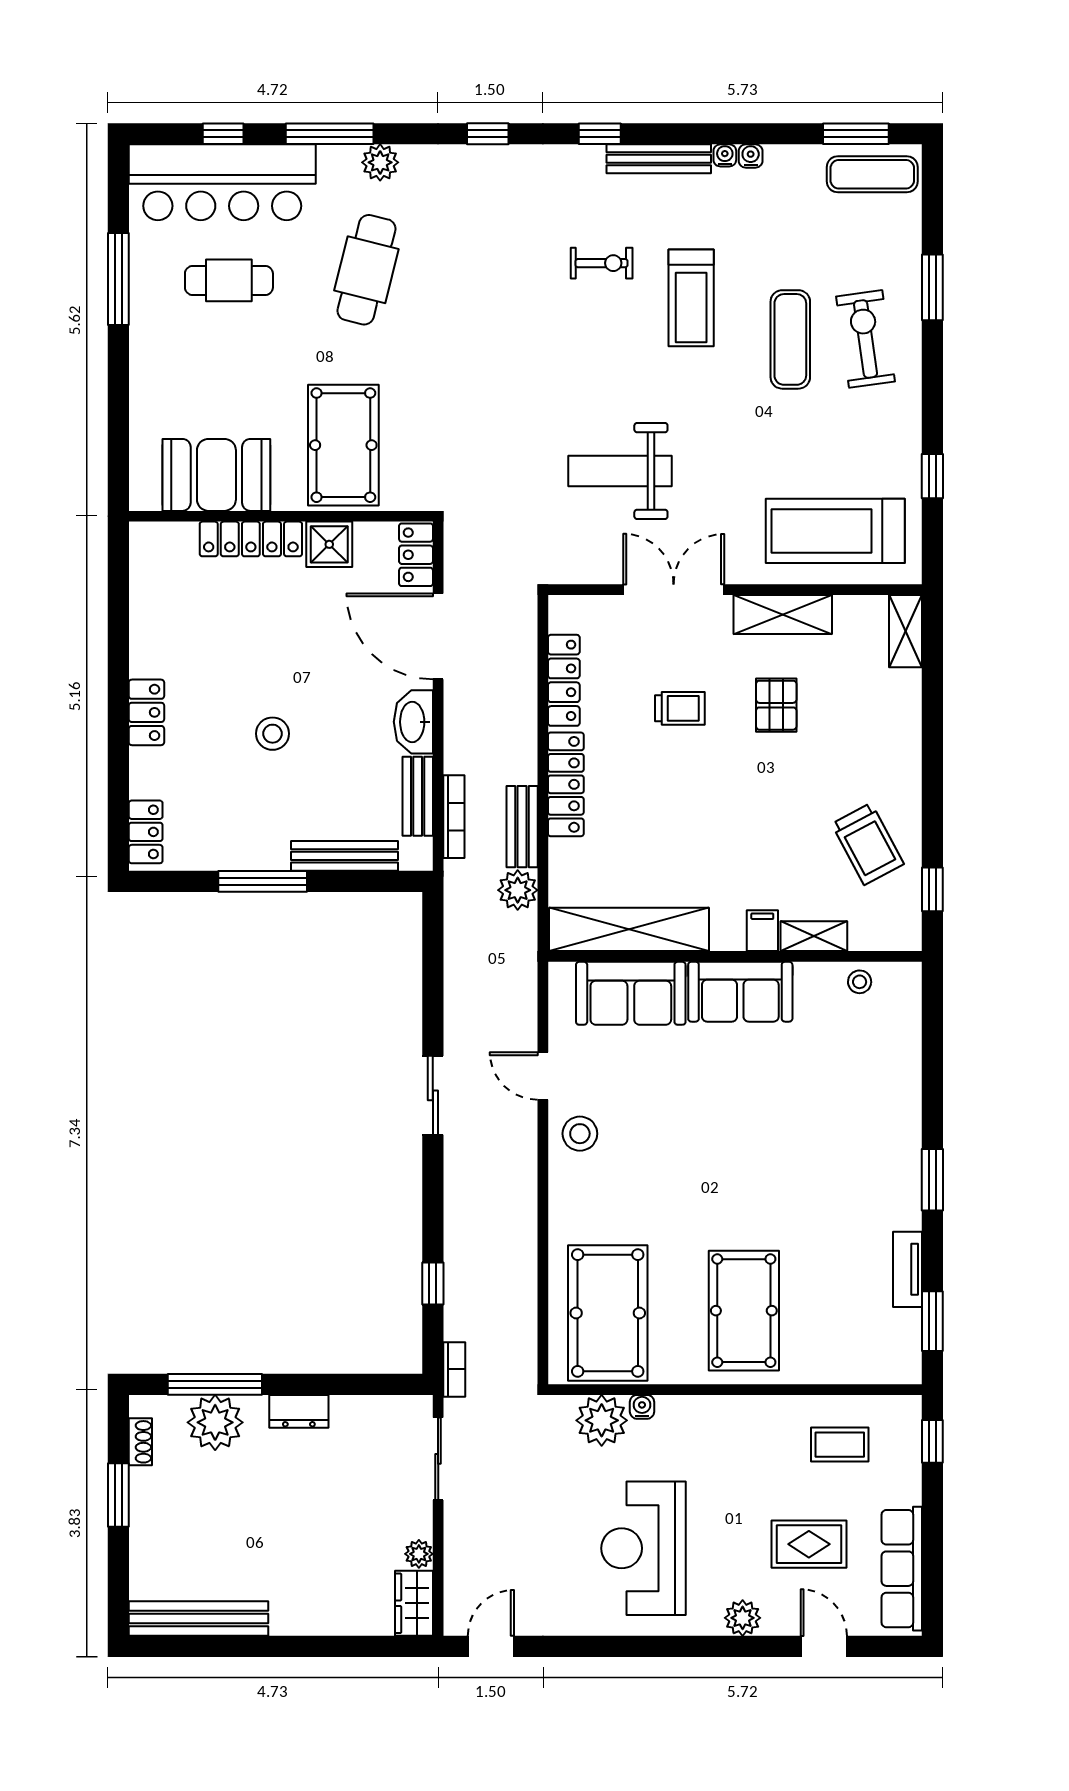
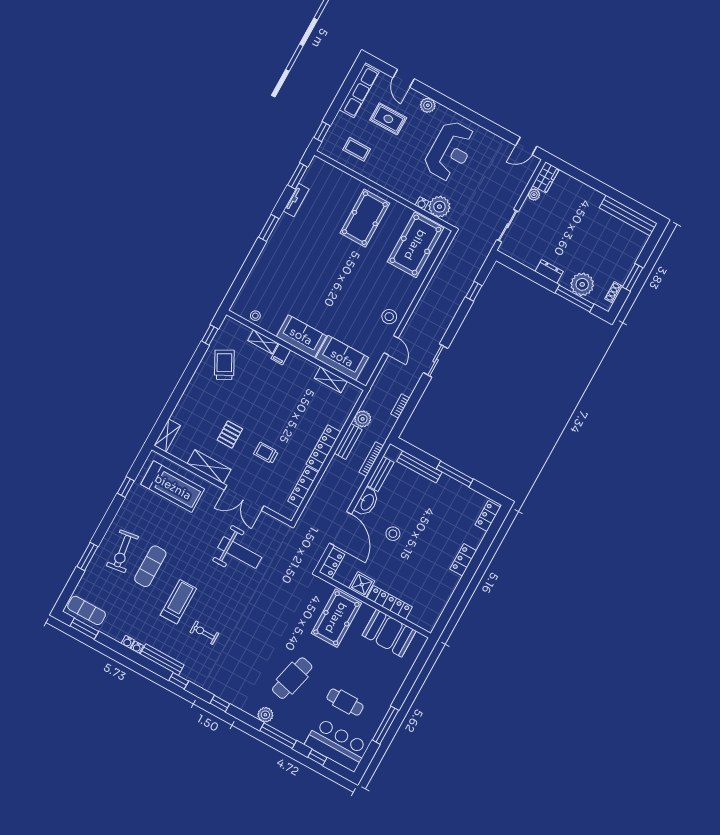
bar counter: (222, 182) -> (337, 745), width x0.73
stool: (272, 734) -> (393, 534), moved
shelving: (629, 929) -> (331, 380), width x0.45, depth x0.75
bookcase: (454, 1369) -> (400, 406), moved

